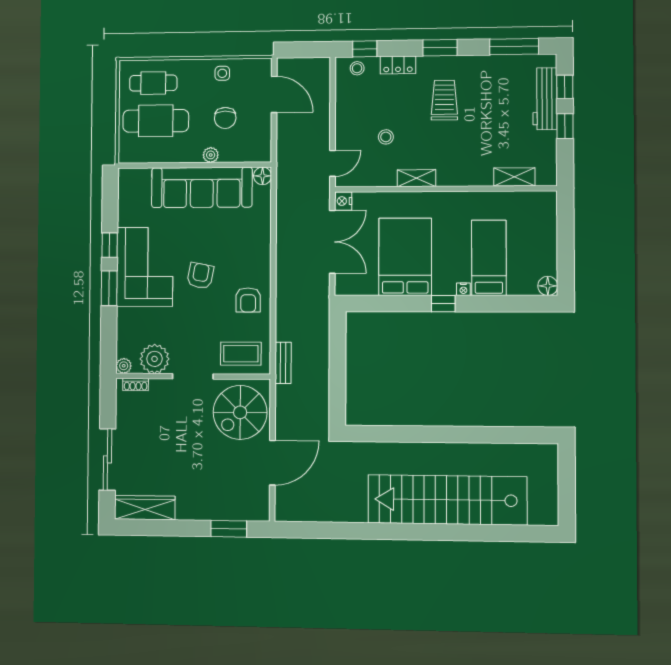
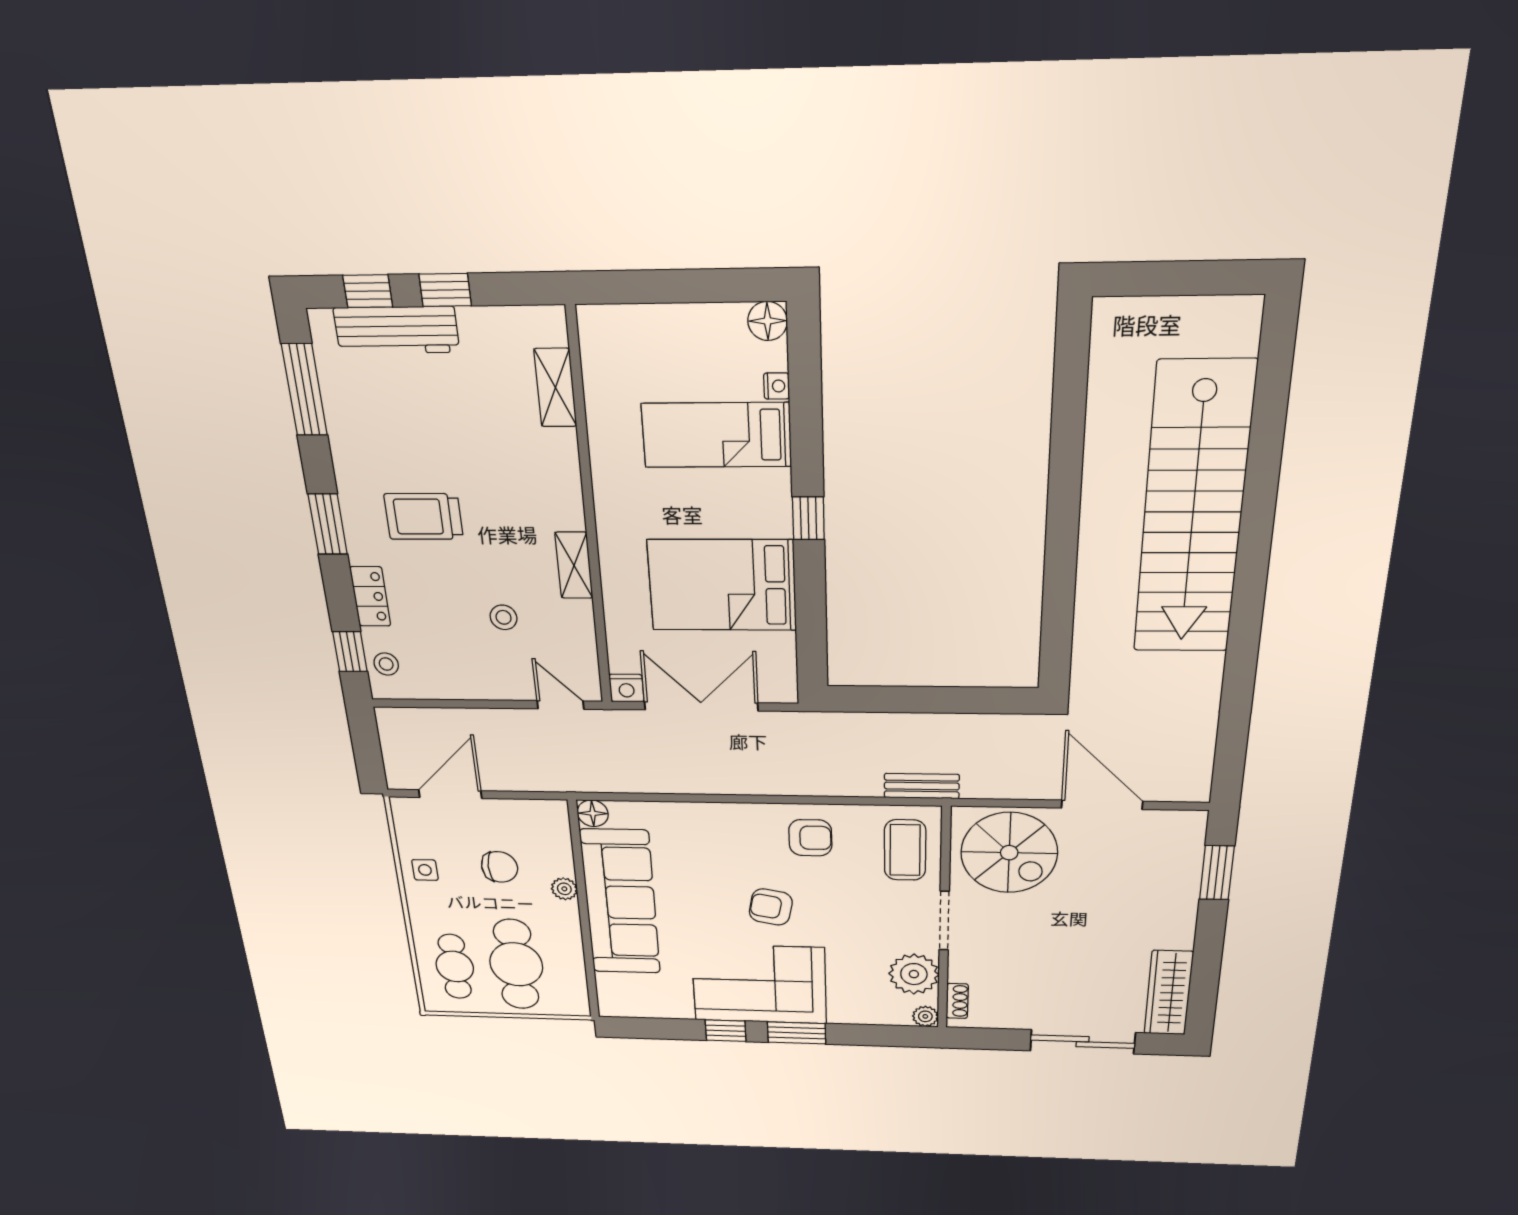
nightstand: (463, 289) -> (777, 386), moved

